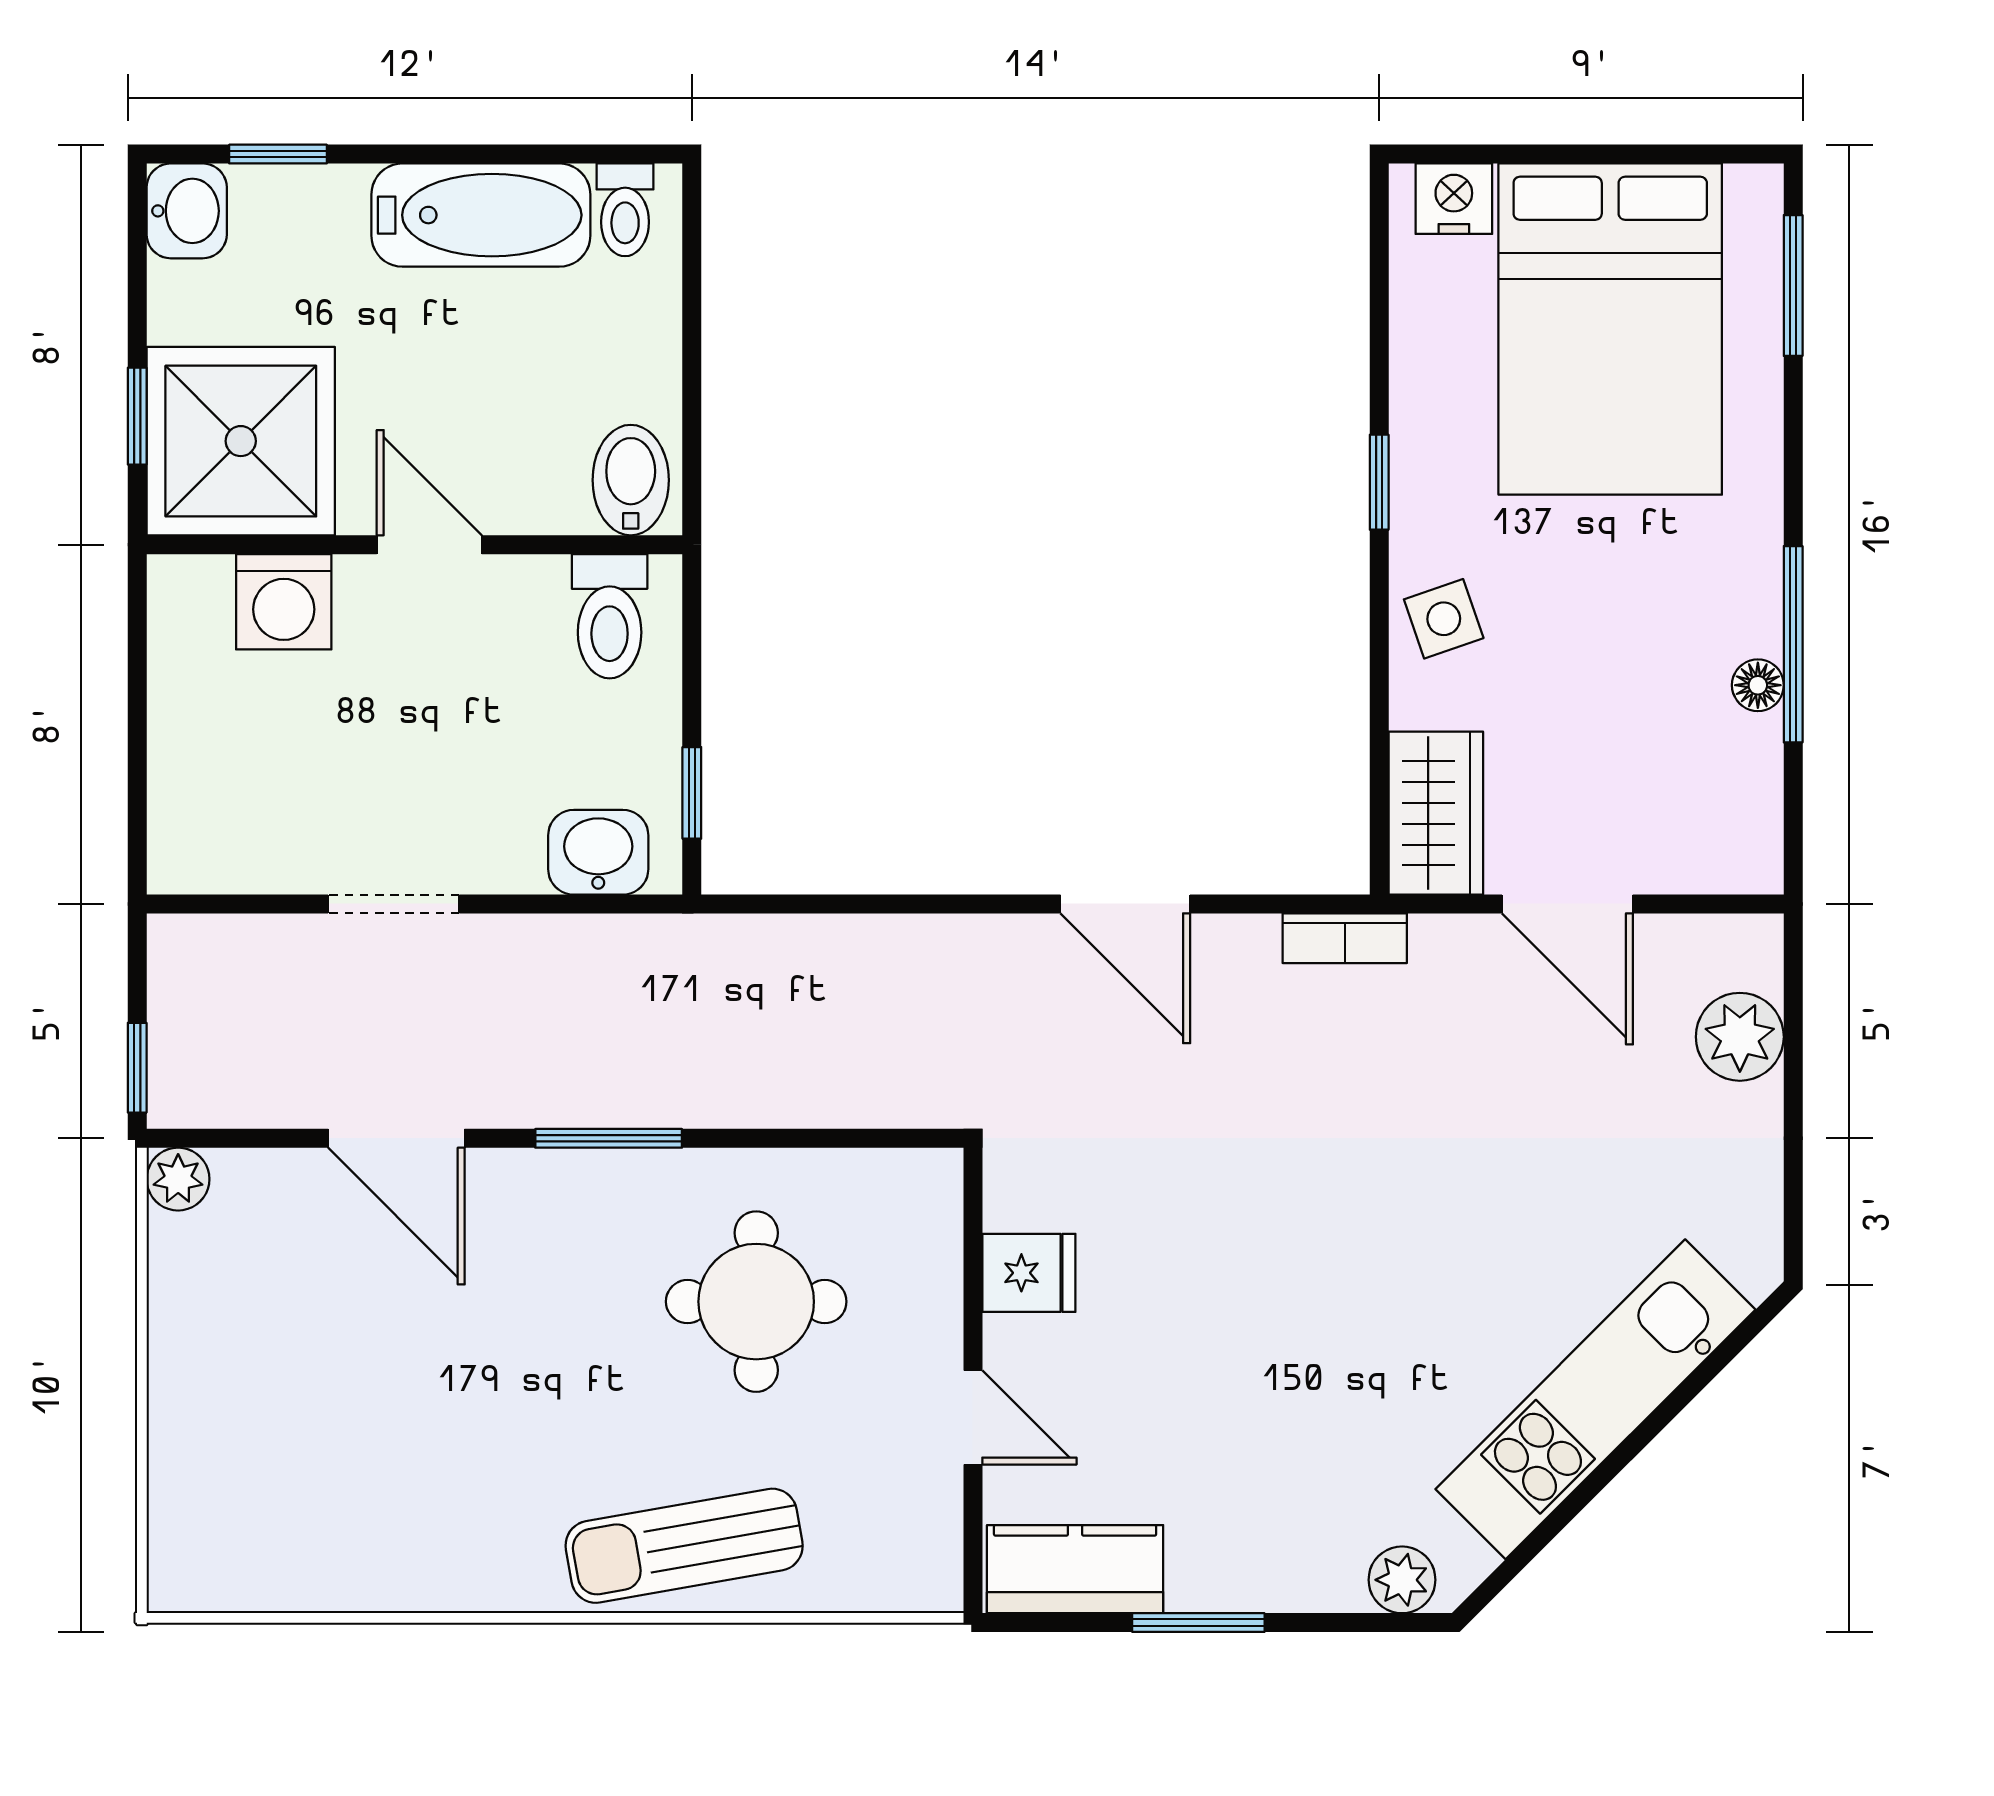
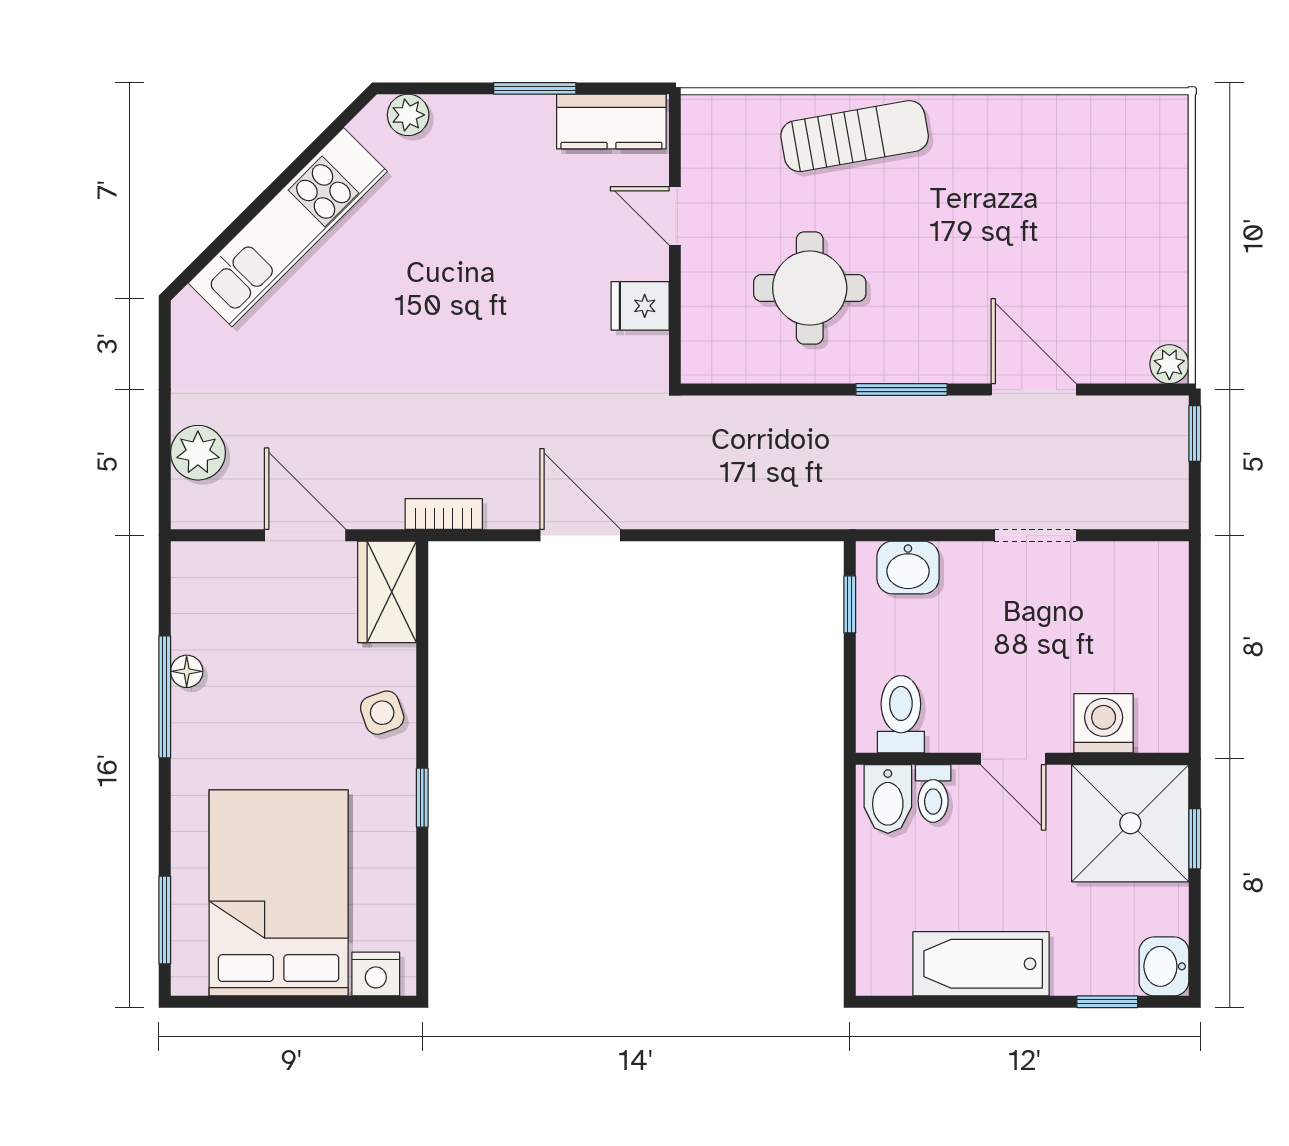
toilet: (625, 210) -> (933, 793), moved, turned 180

